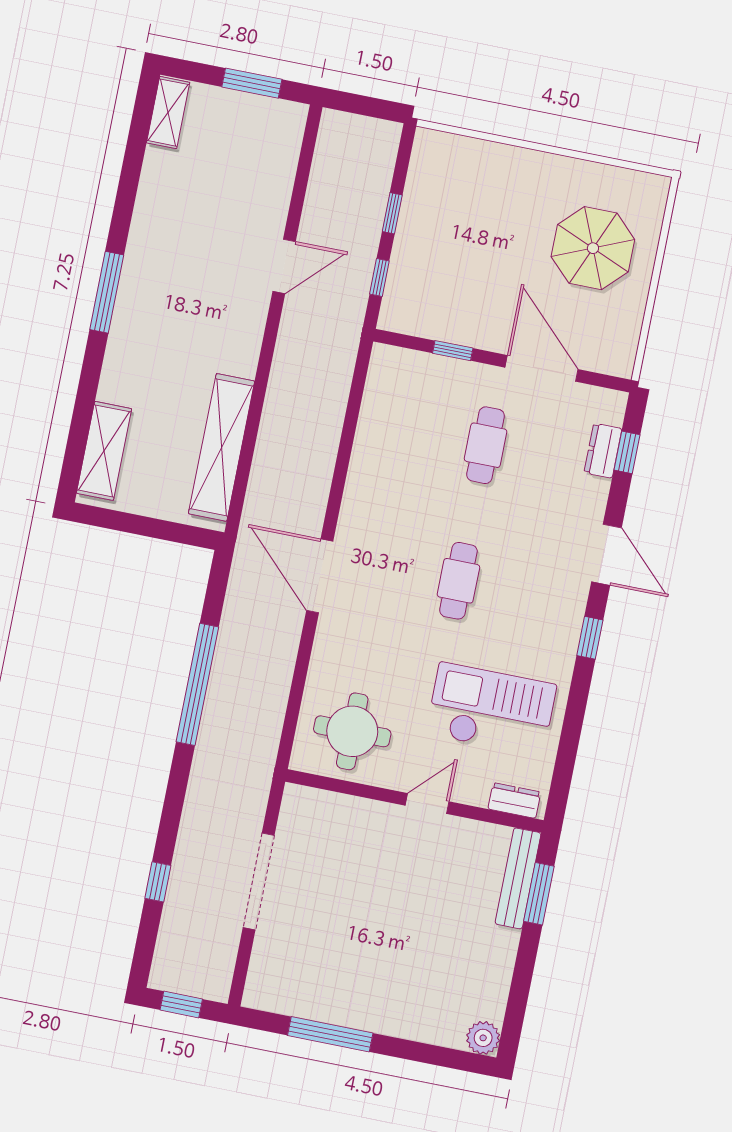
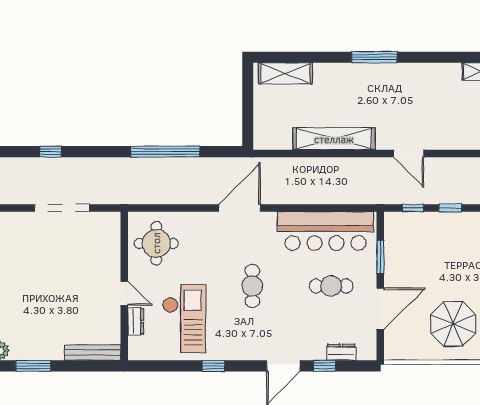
window: (453, 351) -> (380, 257), width x1.50
bar counter: (389, 436) -> (325, 231), added
shelving: (222, 447) -> (334, 139), moved
window: (627, 452) -> (325, 366), moved
cafe table: (458, 581) -> (252, 286), turned 90
window: (590, 638) -> (214, 366), moved
dresser: (514, 800) -> (136, 321), moved
window: (539, 894) -> (33, 366), moved

